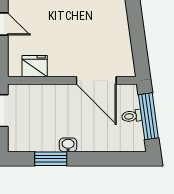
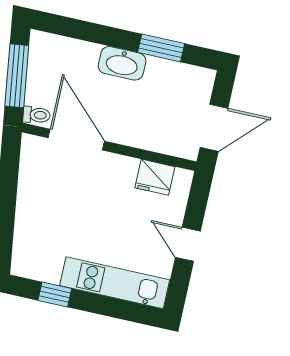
toilet: (132, 116) -> (37, 115), moved
washbasin: (68, 145) -> (122, 63), width x1.91, depth x1.45

